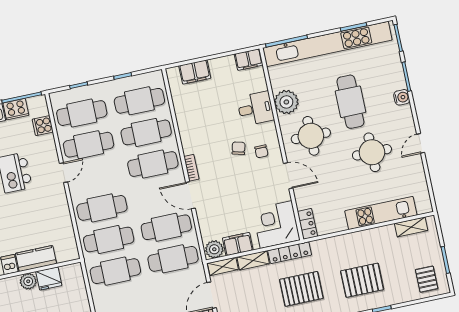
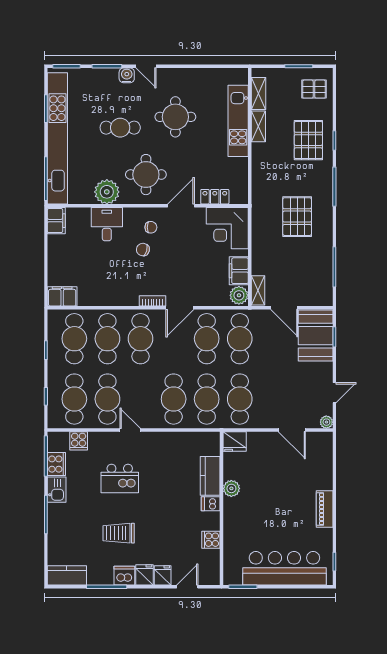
filing cabinet: (195, 72) -> (62, 296), moved, turned -90
cafe table: (350, 102) -> (120, 128), width x0.73, depth x0.74
door: (421, 143) -> (146, 66), moved
locker: (307, 224) -> (215, 197), moved
locker: (290, 253) -> (258, 221), removed
shelving: (253, 260) -> (258, 126), moved
fridge: (49, 279) -> (235, 442), moved, turned 90
pallet: (362, 280) -> (308, 140), moved

